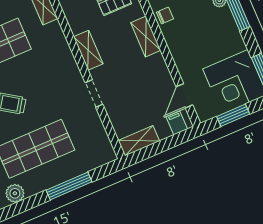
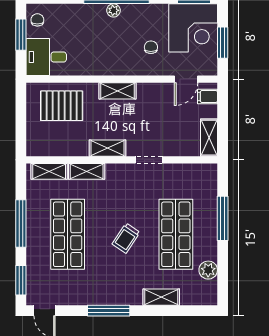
chair: (165, 16) -> (151, 47), moved
shelving: (58, 40) -> (87, 171), added
door: (184, 96) -> (186, 79), hinge flipped

